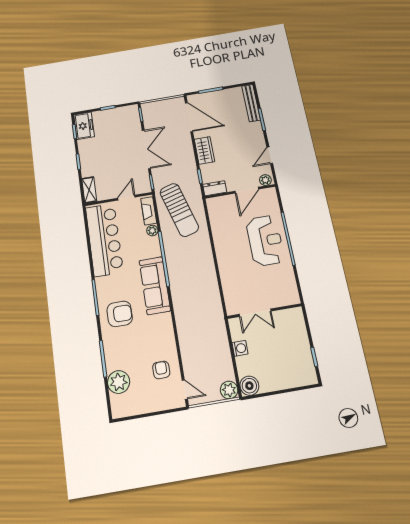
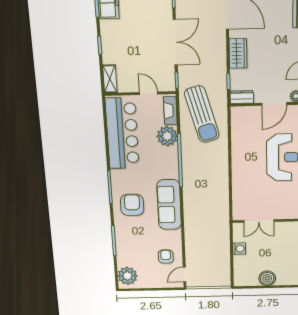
door: (126, 198) -> (149, 93), hinge flipped
plant: (152, 231) -> (167, 136), width x1.88, depth x1.88
sofa: (155, 285) -> (169, 205), moved
armchair: (120, 314) -> (132, 205), turned -89
plant: (119, 382) -> (127, 276), moved
boiler: (249, 386) -> (267, 278), moved
door: (185, 390) -> (185, 275), swing flipped
plant: (229, 390) -> (223, 280), removed

